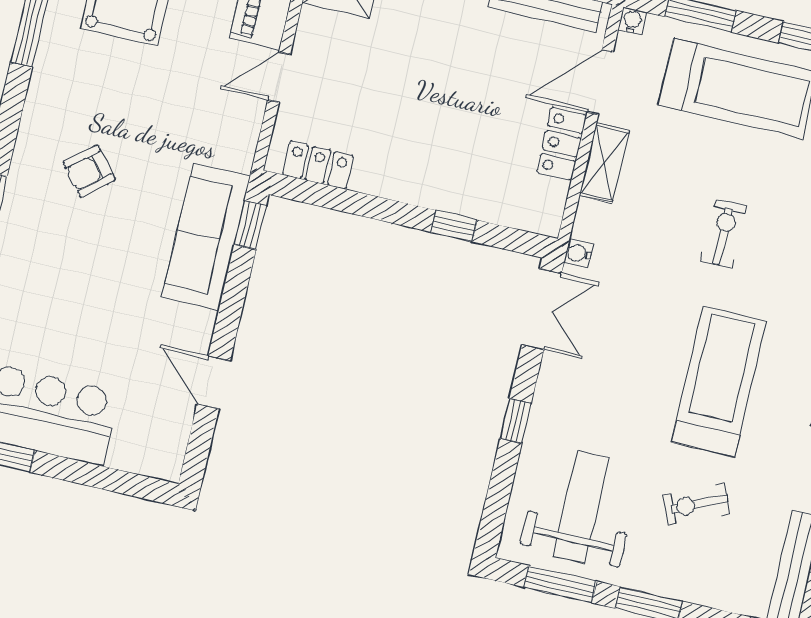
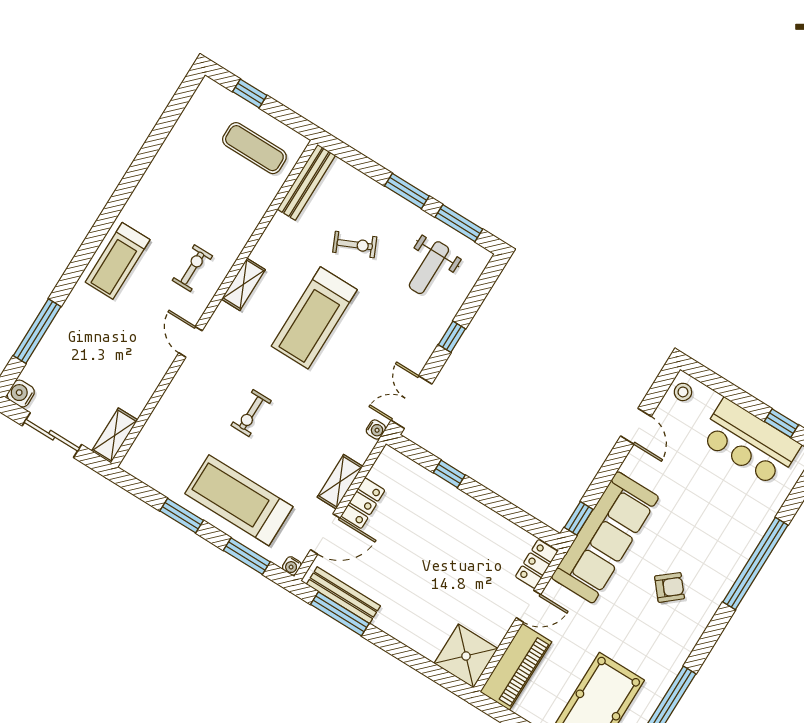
locker: (318, 165) -> (537, 564), moved, turned 90
exercise bike: (723, 234) -> (251, 413), moved
sofa: (206, 237) -> (605, 537), width x1.36, depth x1.27
stool: (163, 453) -> (683, 392), added
weight bench: (581, 507) -> (429, 268), width x0.73, depth x0.75

